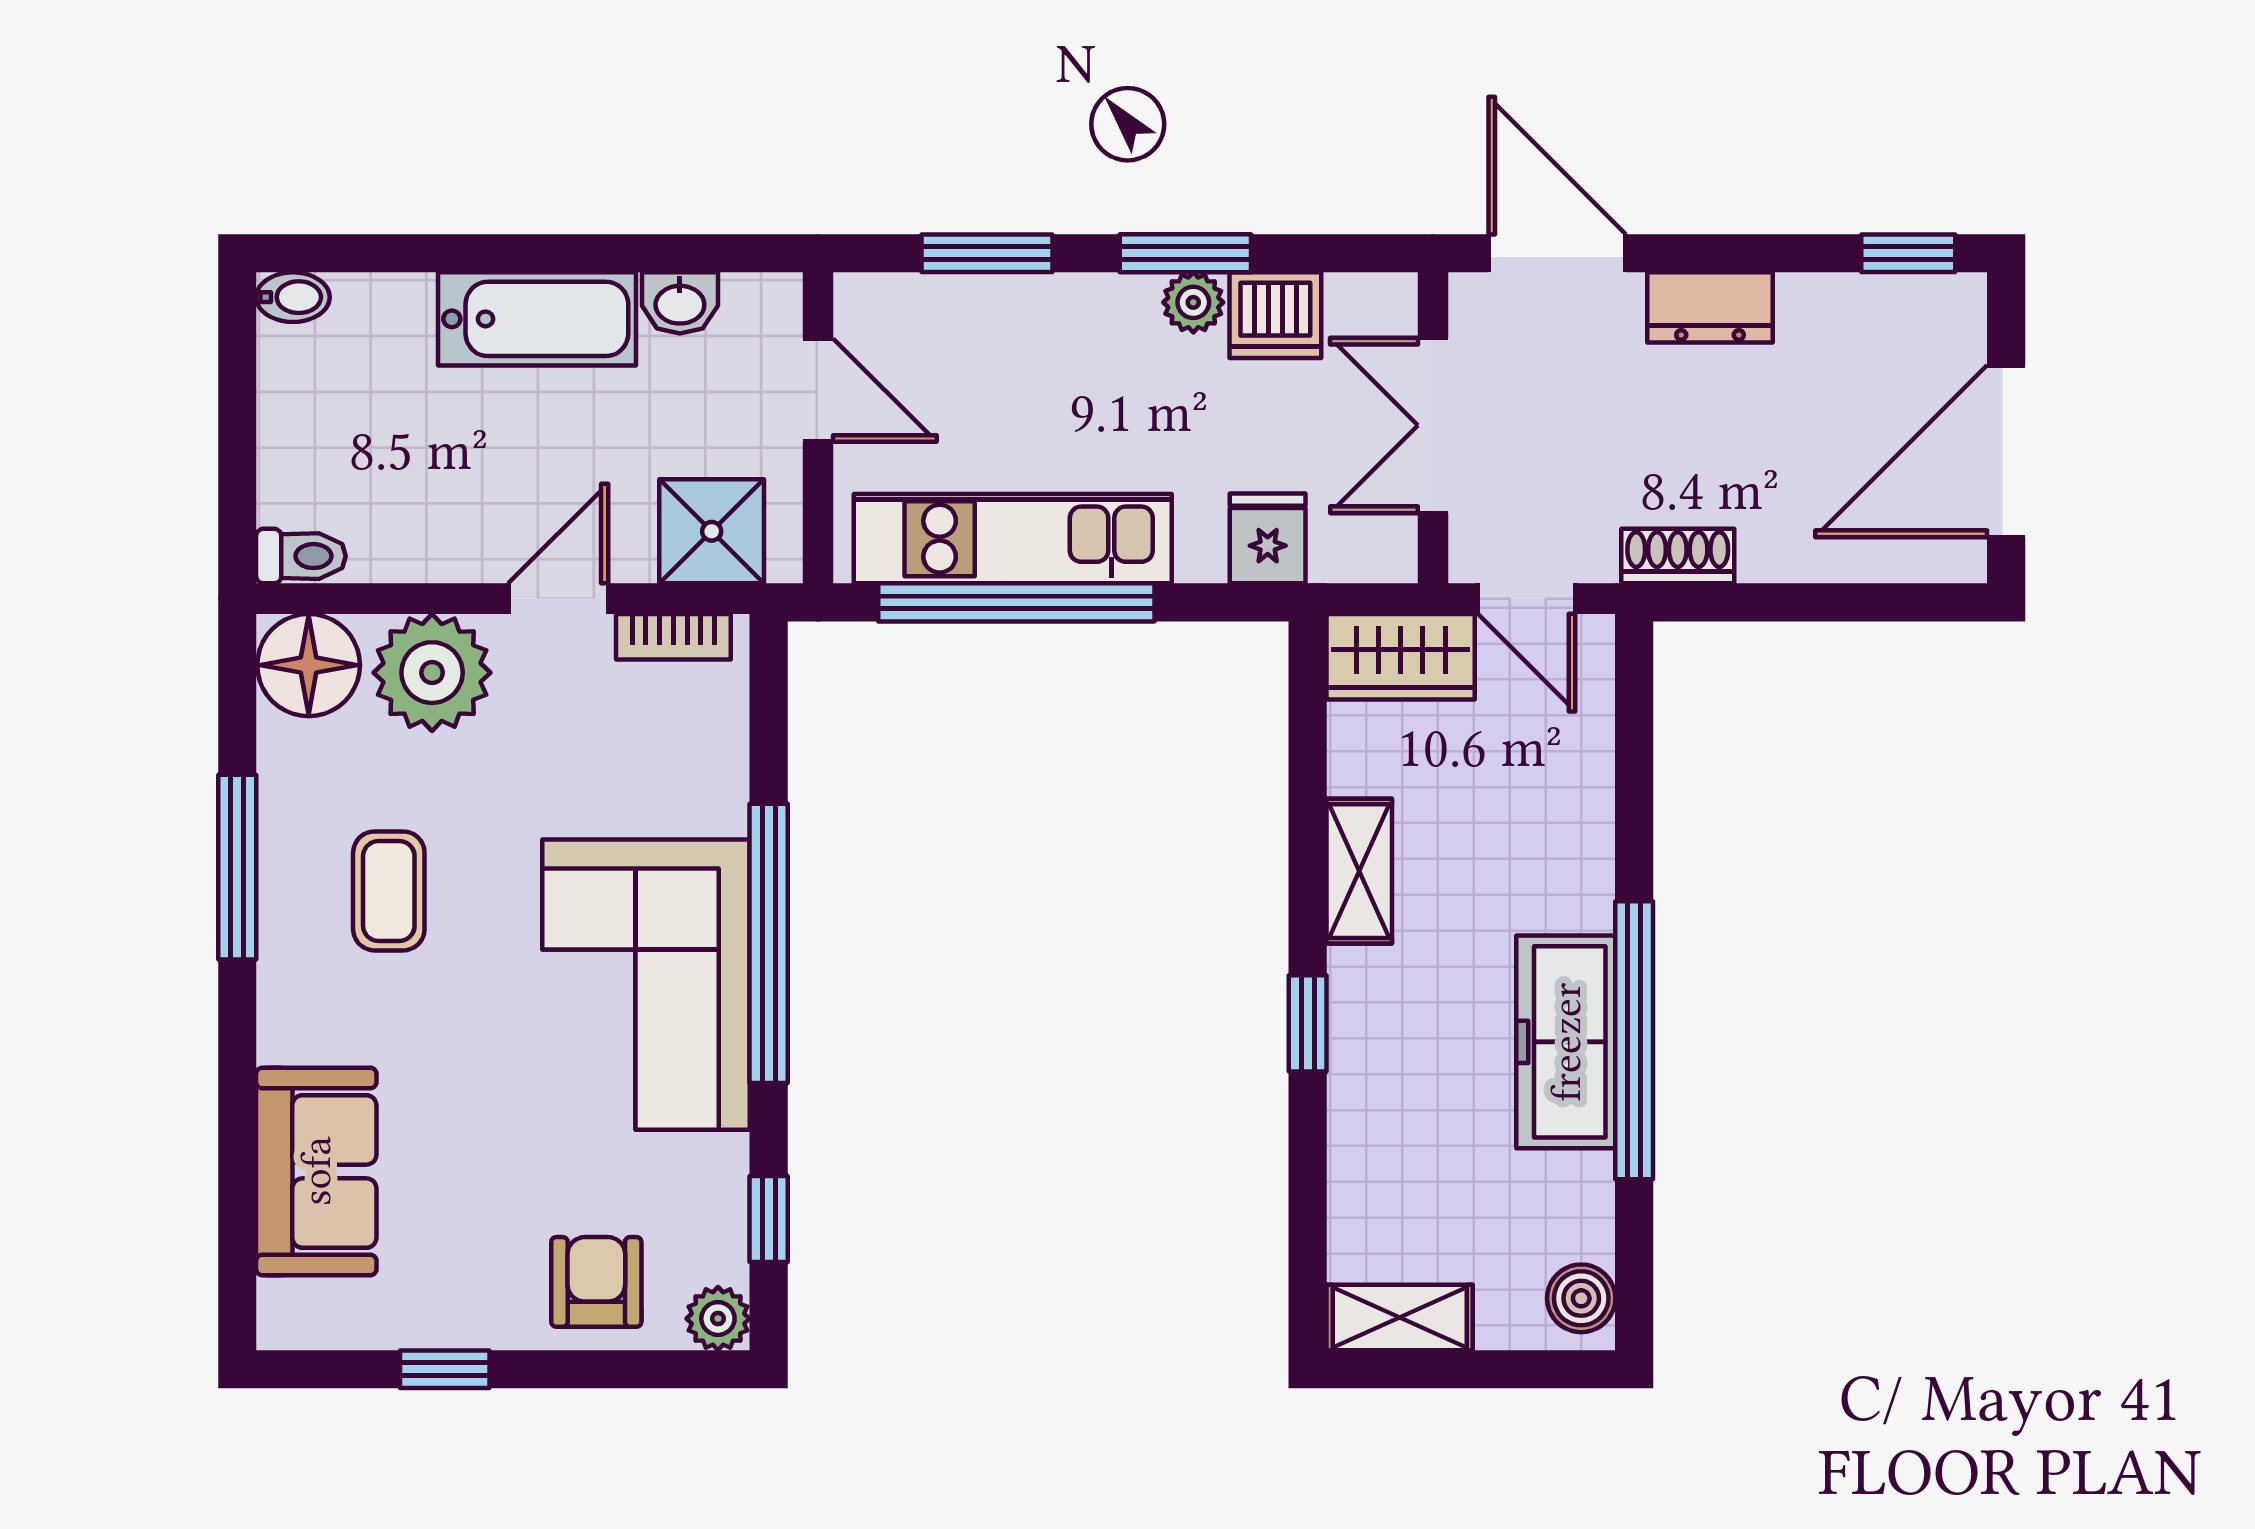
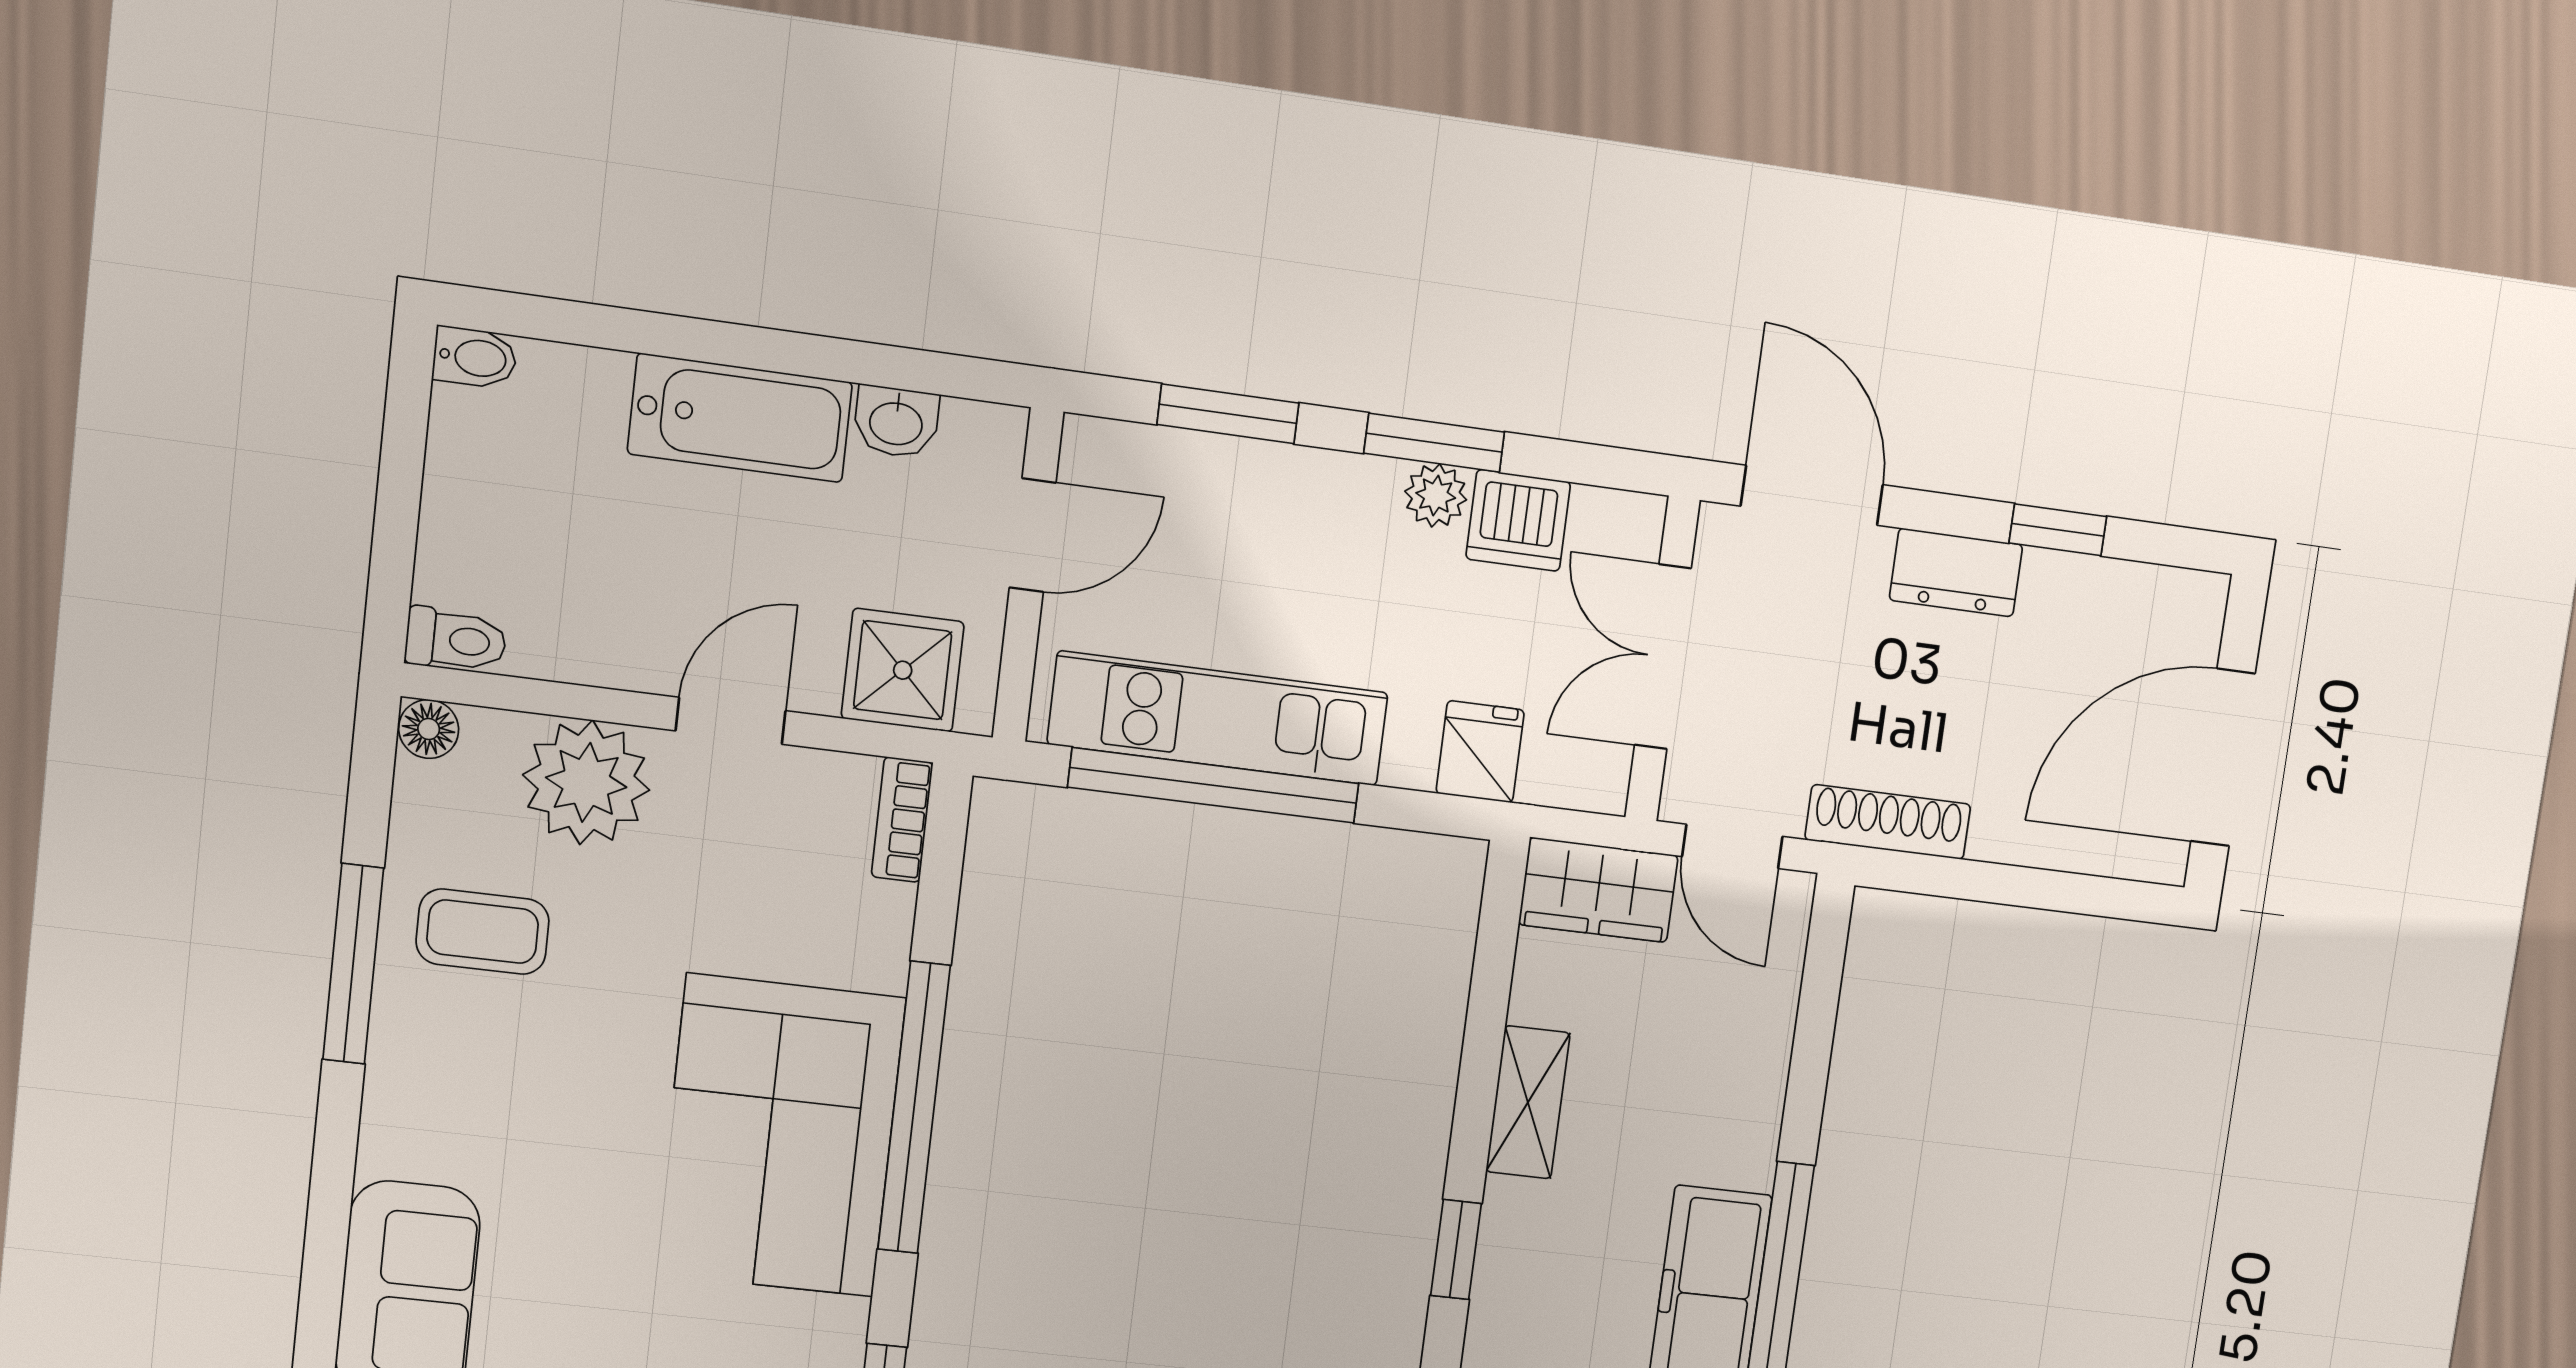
window: (1908, 253) -> (2058, 530), moved
door: (818, 390) -> (1033, 535), hinge flipped
shoe rack: (1678, 556) -> (1888, 822), width x1.43
bookcase: (673, 637) -> (902, 820), moved, turned 90
floor lamp: (309, 665) -> (429, 729), width x0.53, depth x0.53
coffee table: (389, 891) -> (483, 932), moved, turned 90

